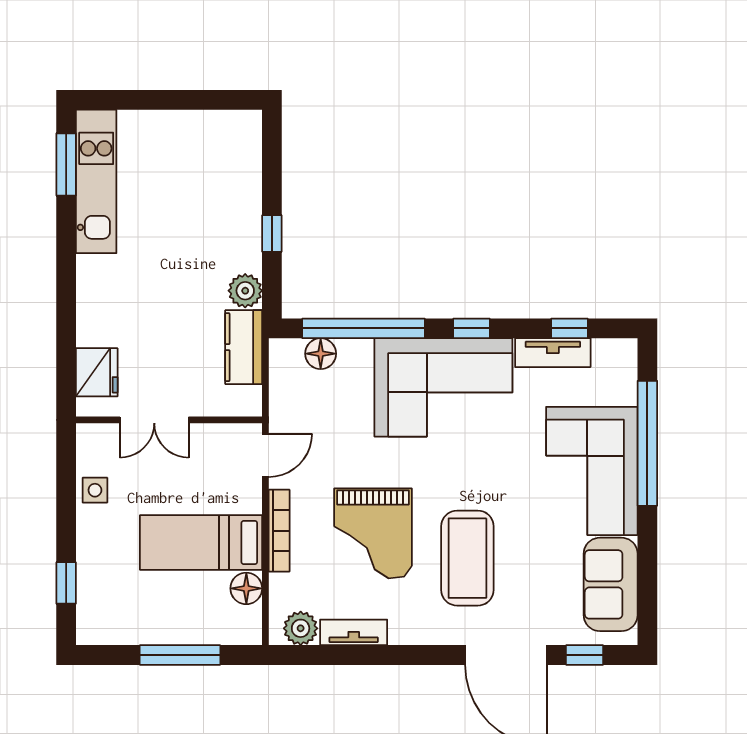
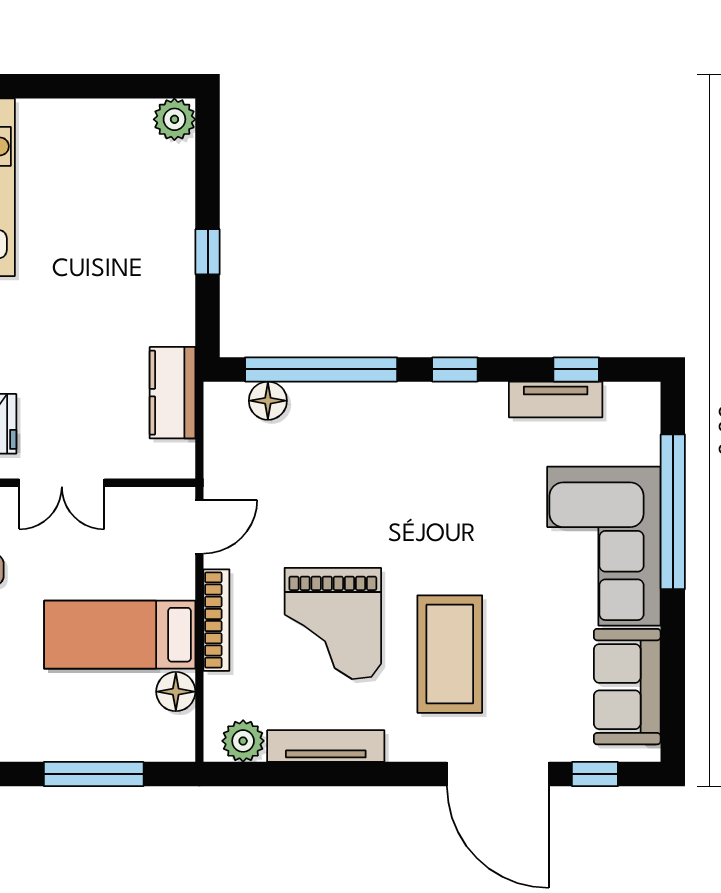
plant: (245, 291) -> (174, 119), moved
corner sofa: (443, 387) -> (420, 443), removed
tv unit: (354, 632) -> (326, 746), width x1.41

